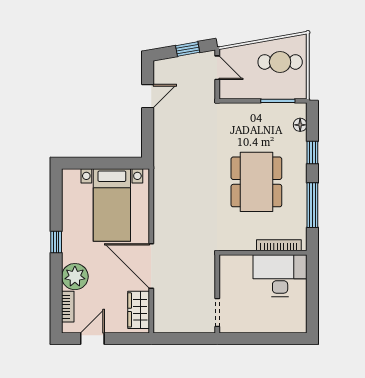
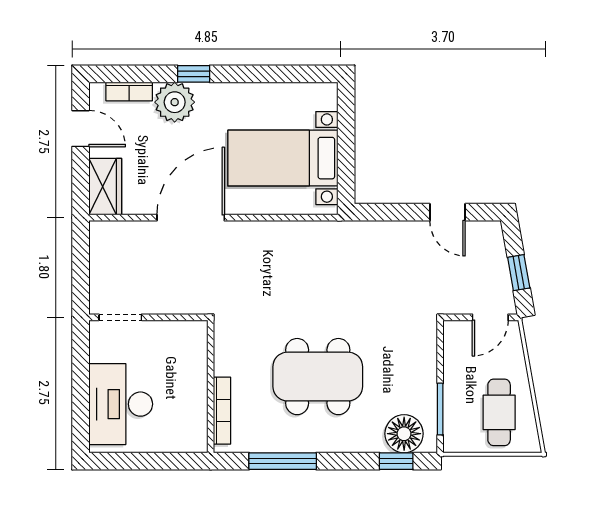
floor lamp: (300, 125) -> (404, 434), width x1.89, depth x1.89
window: (312, 153) -> (396, 461), moved
window: (56, 242) -> (194, 74), moved
desk: (280, 276) -> (121, 404), moved, turned 180
wardrobe: (139, 310) -> (105, 187), moved, turned 90

